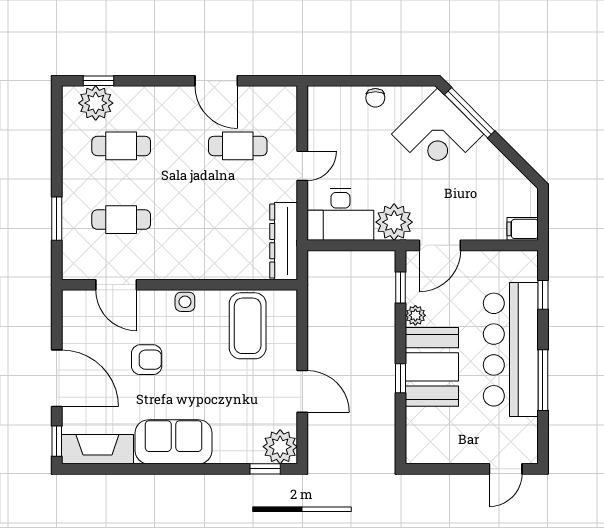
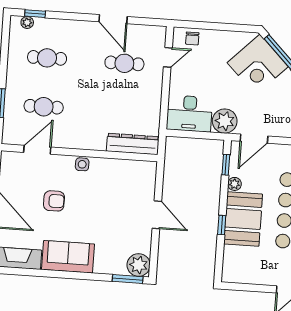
chair: (375, 98) -> (192, 38), moved
plant: (96, 103) -> (27, 22), width x0.53, depth x0.53
door: (302, 166) -> (168, 57), moved
dresser: (284, 241) -> (133, 144), moved, turned 90
door: (116, 285) -> (37, 150), swing flipped
coffee table: (248, 326) -> (123, 183), removed
door: (302, 391) -> (157, 215), moved
window: (265, 469) -> (128, 279), width x1.50

